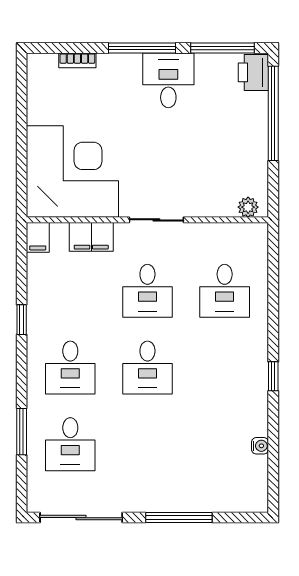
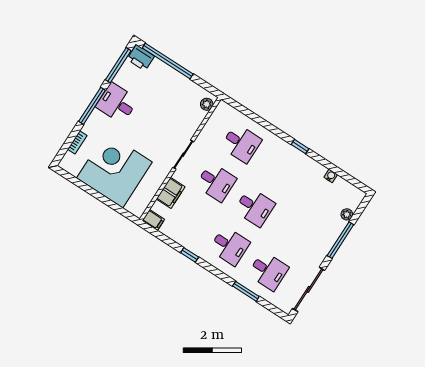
corner desk: (72, 172) -> (114, 170), moved
plant: (221, 503) -> (347, 214), added

